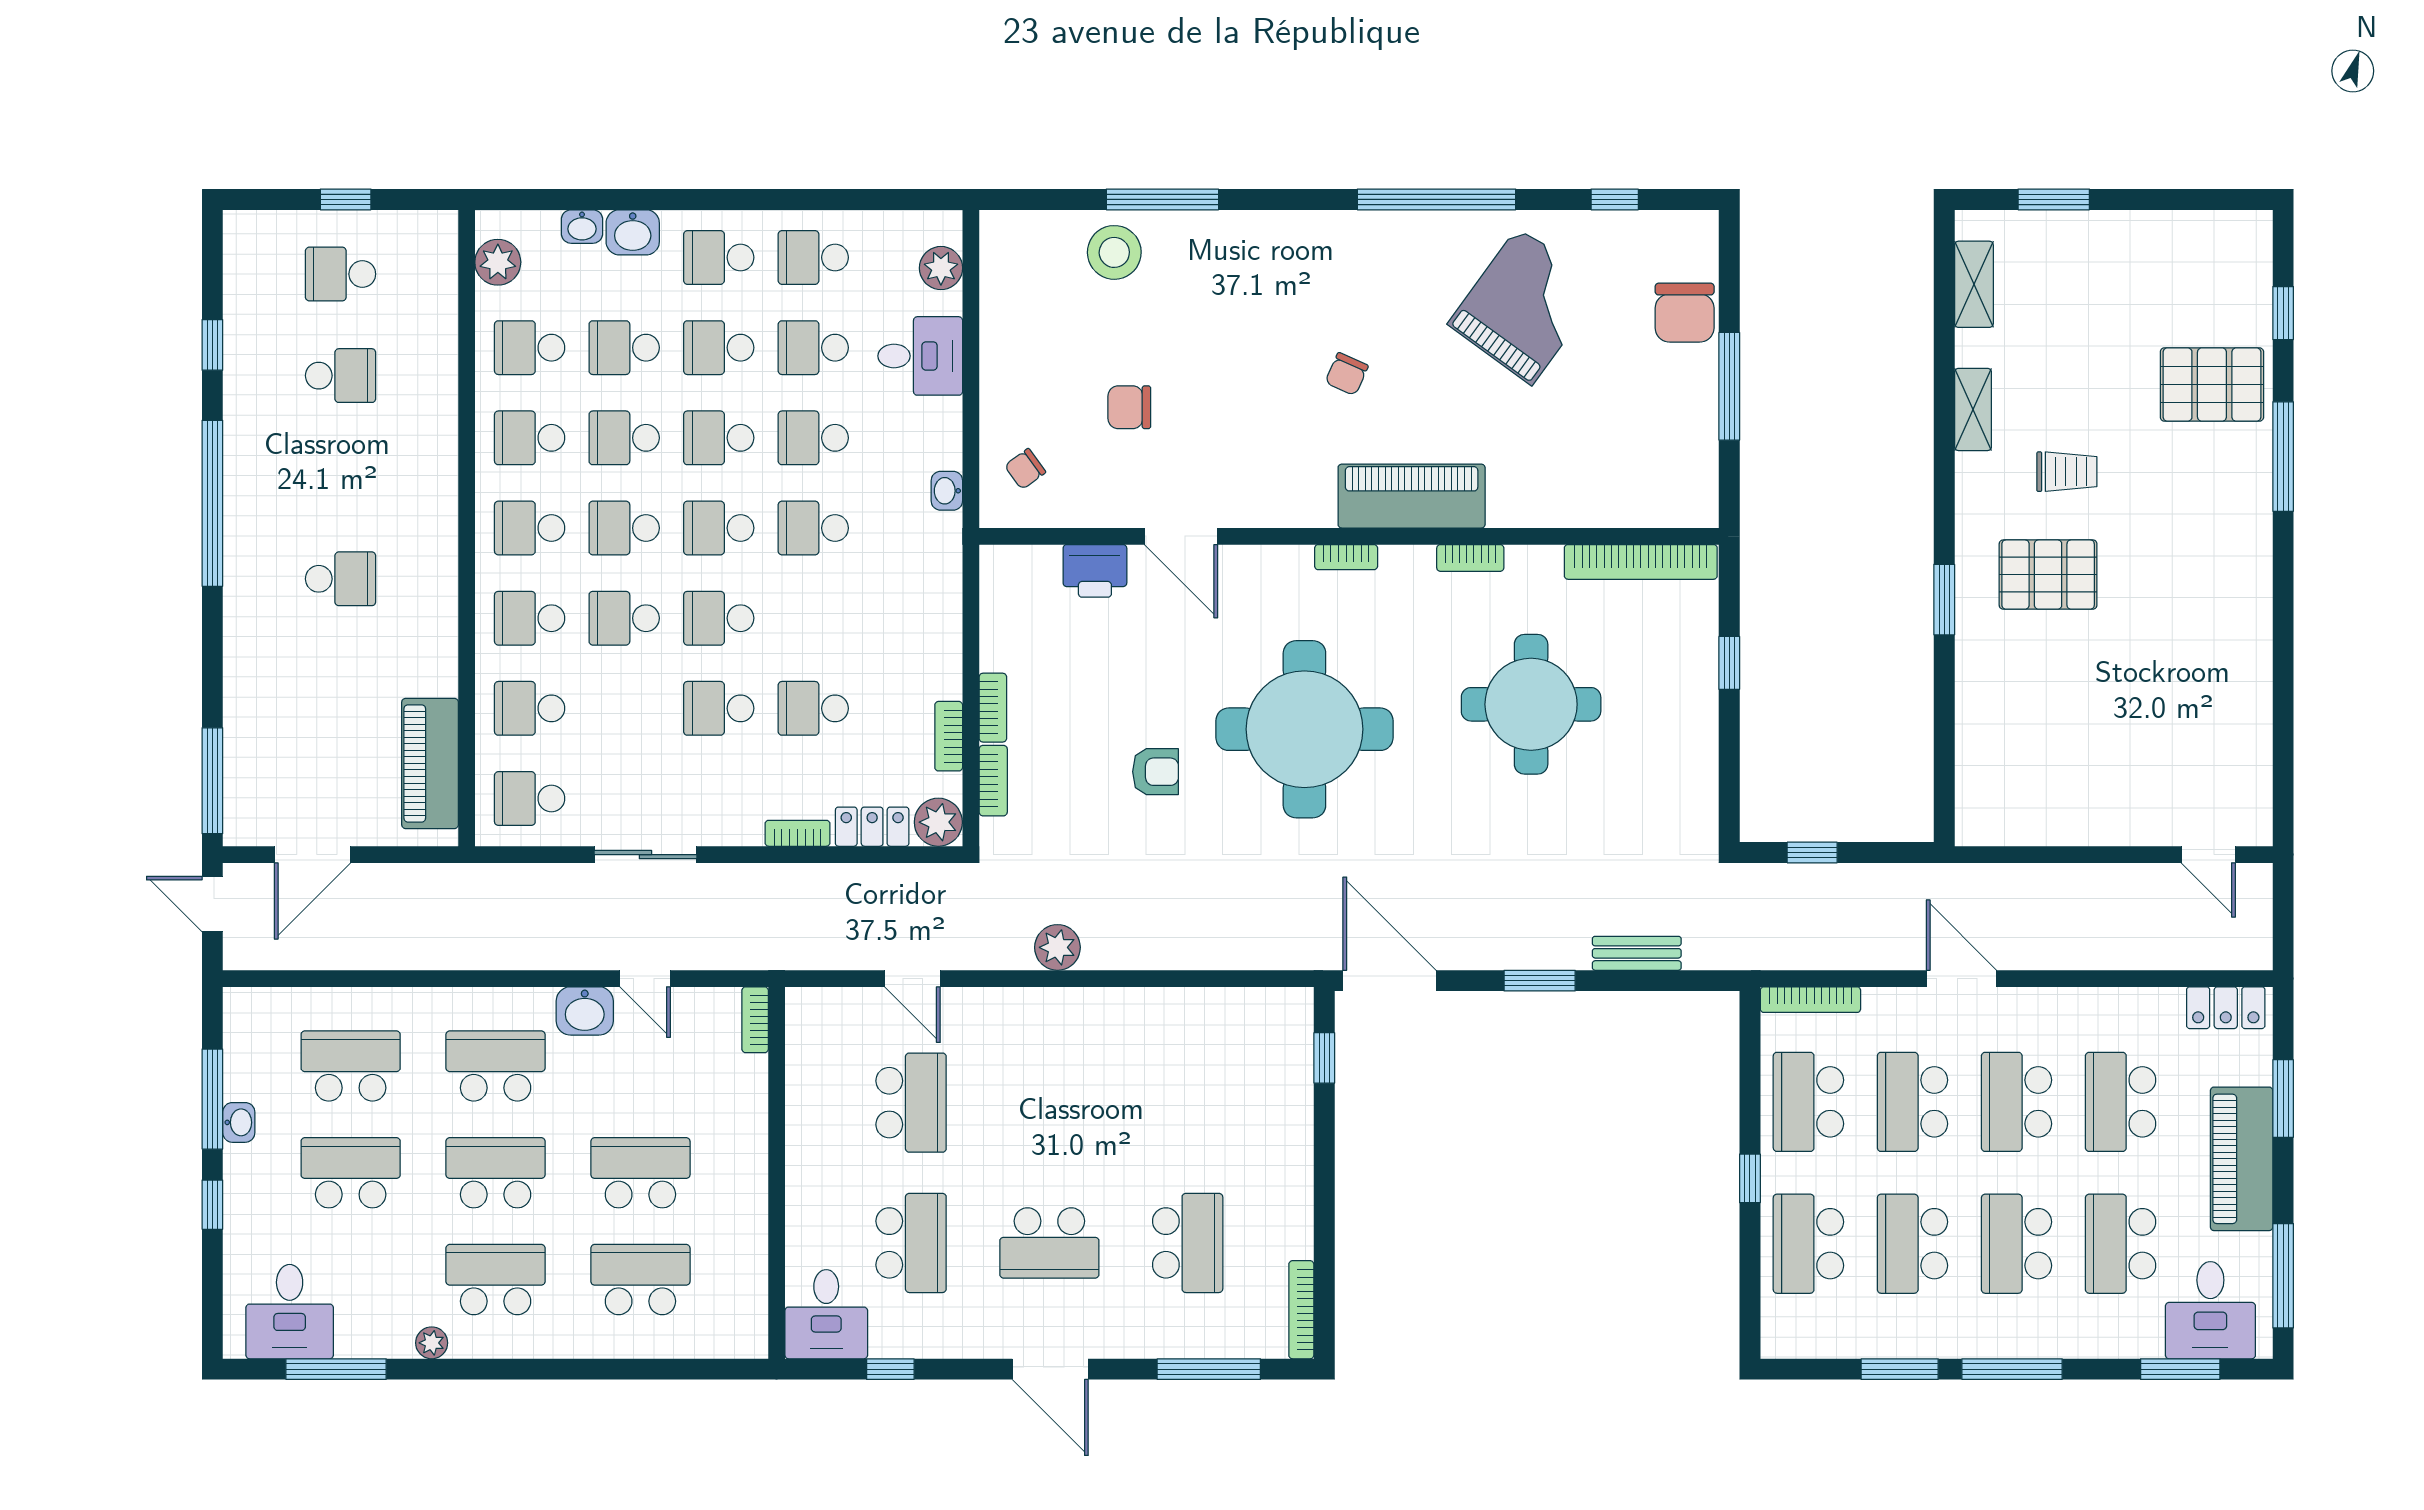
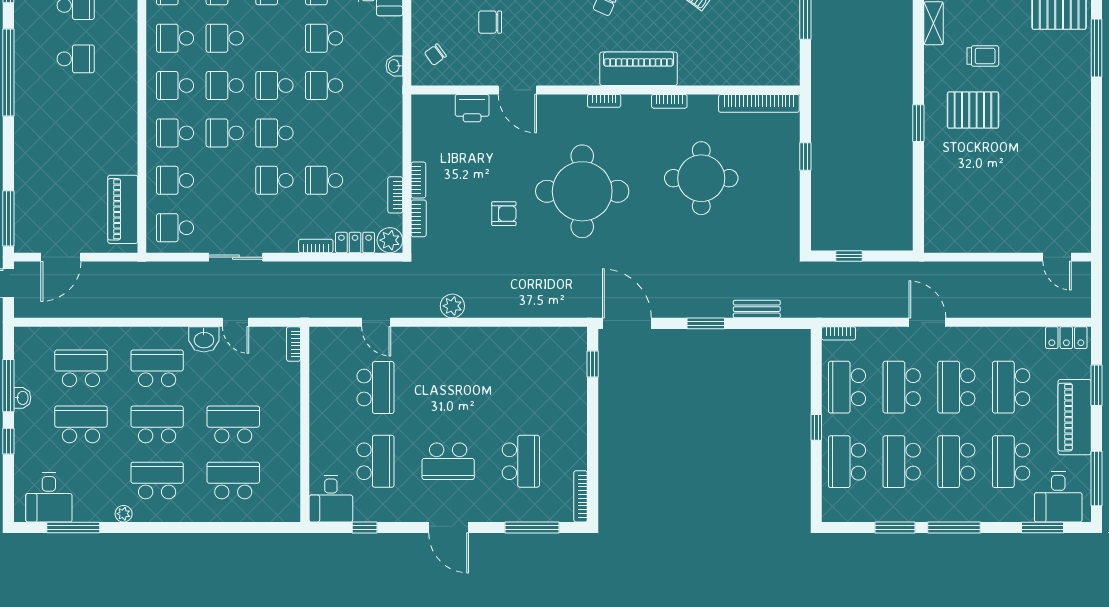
school desk: (719, 438) -> (274, 38), removed
school desk: (341, 579) -> (76, 59), moved
bookcase: (1810, 1000) -> (839, 333), width x0.64

